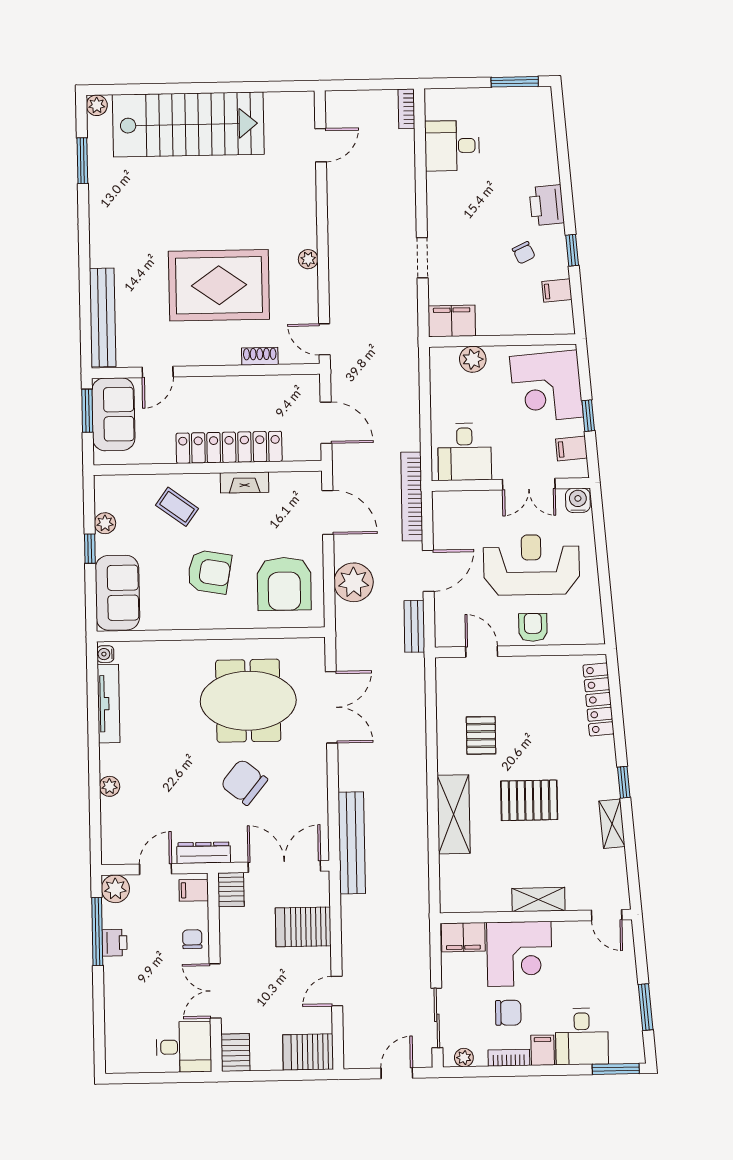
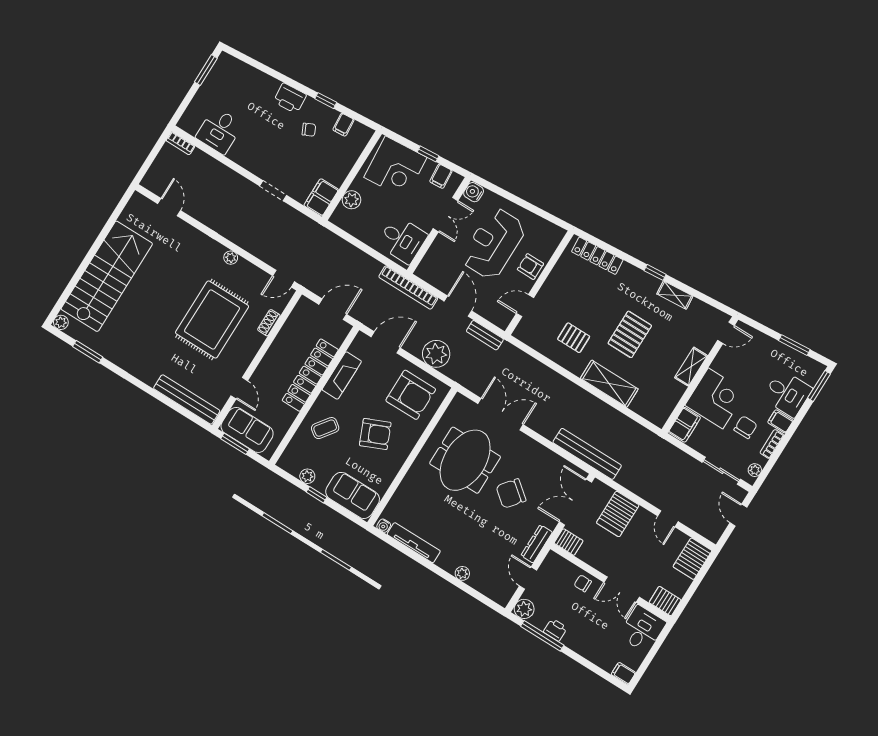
fireplace: (244, 482) -> (342, 375), width x1.37, depth x1.32
armchair: (209, 572) -> (375, 434), turned 57
filing cabinet: (194, 890) -> (623, 674), moved, turned 90

